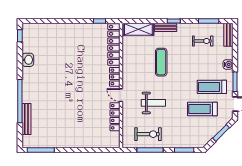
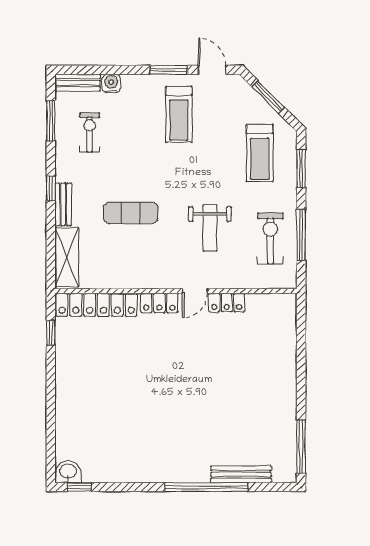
washbasin: (28, 60) -> (68, 472), moved
water cooler: (228, 64) -> (111, 83), moved
weight bench: (153, 103) -> (210, 228), turned 180
treadmill: (202, 109) -> (260, 153), moved
locker: (115, 117) -> (227, 303), width x0.66

